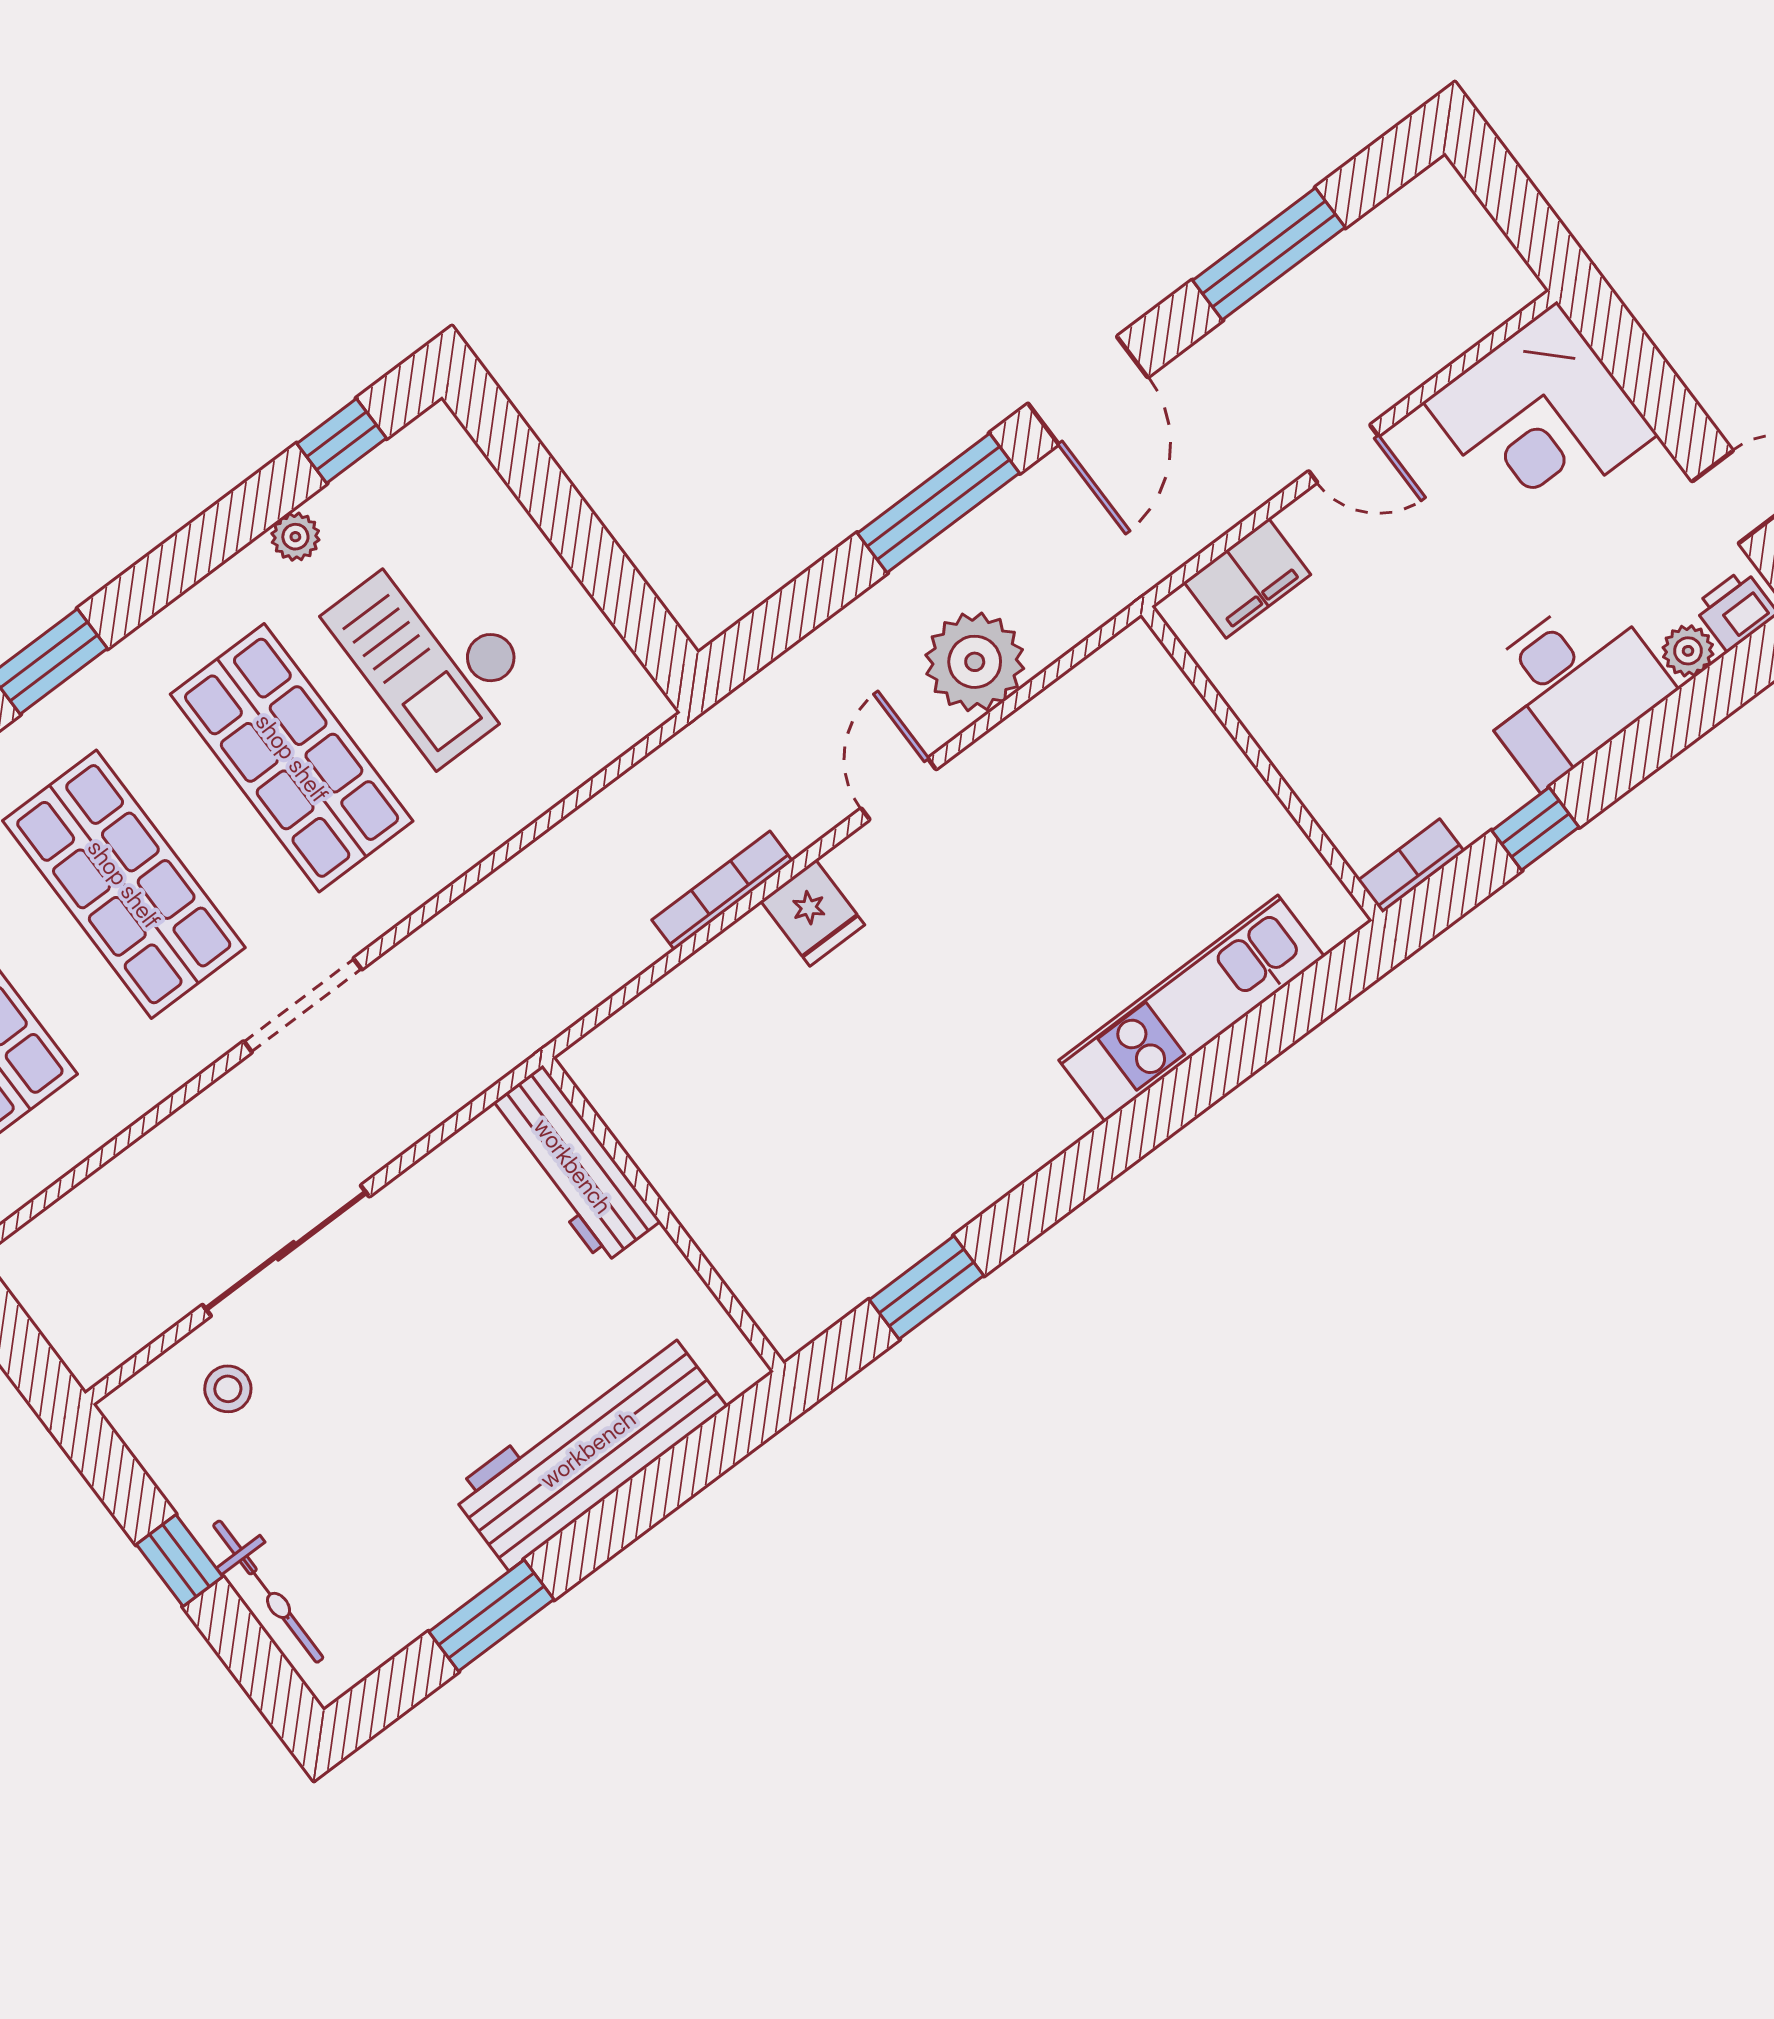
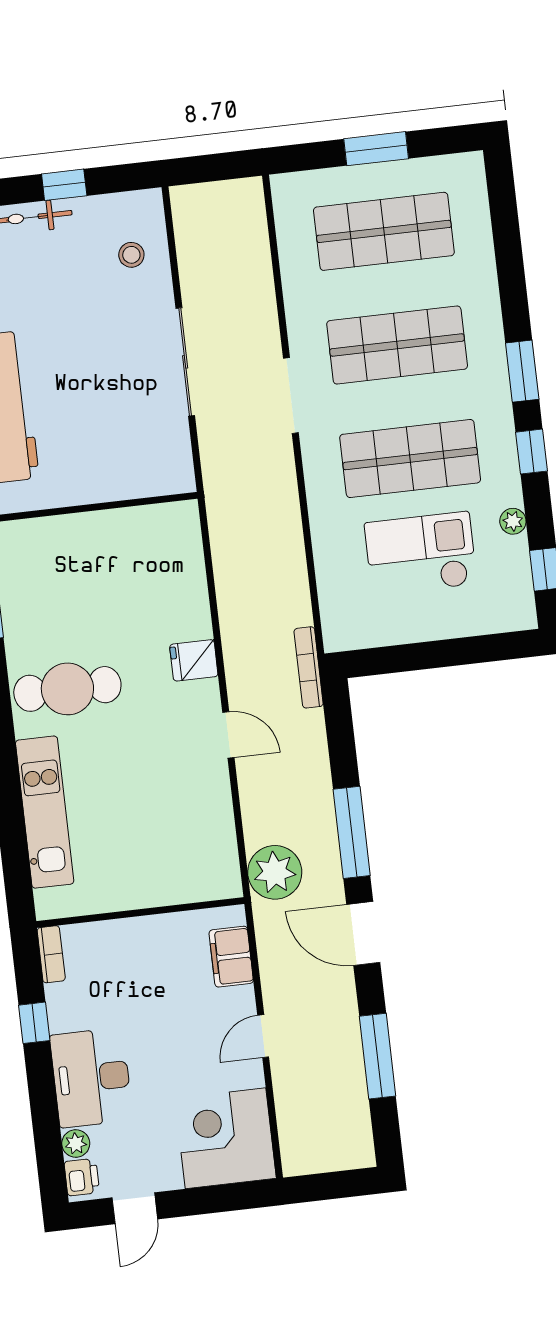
window: (168, 572) -> (532, 452), added
plant: (975, 662) -> (275, 872), moved
bookcase: (722, 890) -> (309, 667), moved, turned 180
cafe table: (975, 1087) -> (67, 689), added
workbench: (573, 1166) -> (141, 478), removed
sliding door: (286, 1251) -> (185, 362), moved

